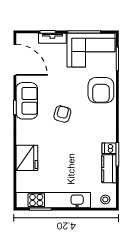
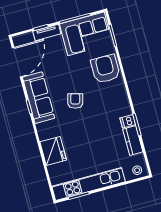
door: (15, 60) -> (17, 62), hinge flipped
armchair: (101, 90) -> (105, 69), turned 180
sofa: (27, 101) -> (39, 98), width x1.36

